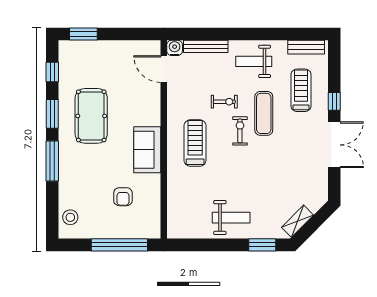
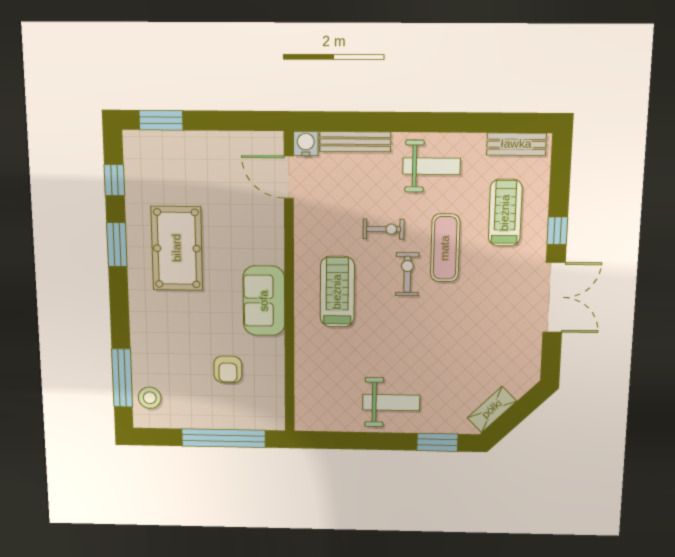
weight bench: (254, 61) -> (432, 166), turned 180
window: (52, 161) -> (122, 378), moved

